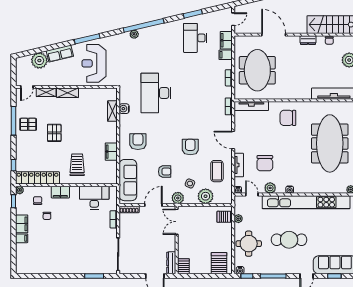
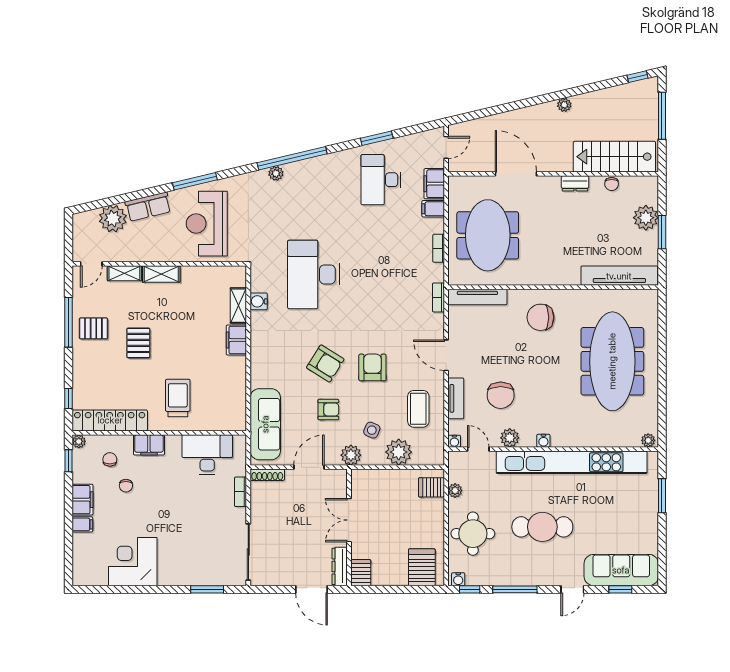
armchair: (138, 142) -> (325, 363), moved, turned 122
filing cabinet: (111, 152) -> (236, 340), moved
double door: (177, 222) -> (349, 520), moved
corner desk: (51, 260) -> (133, 562), added

